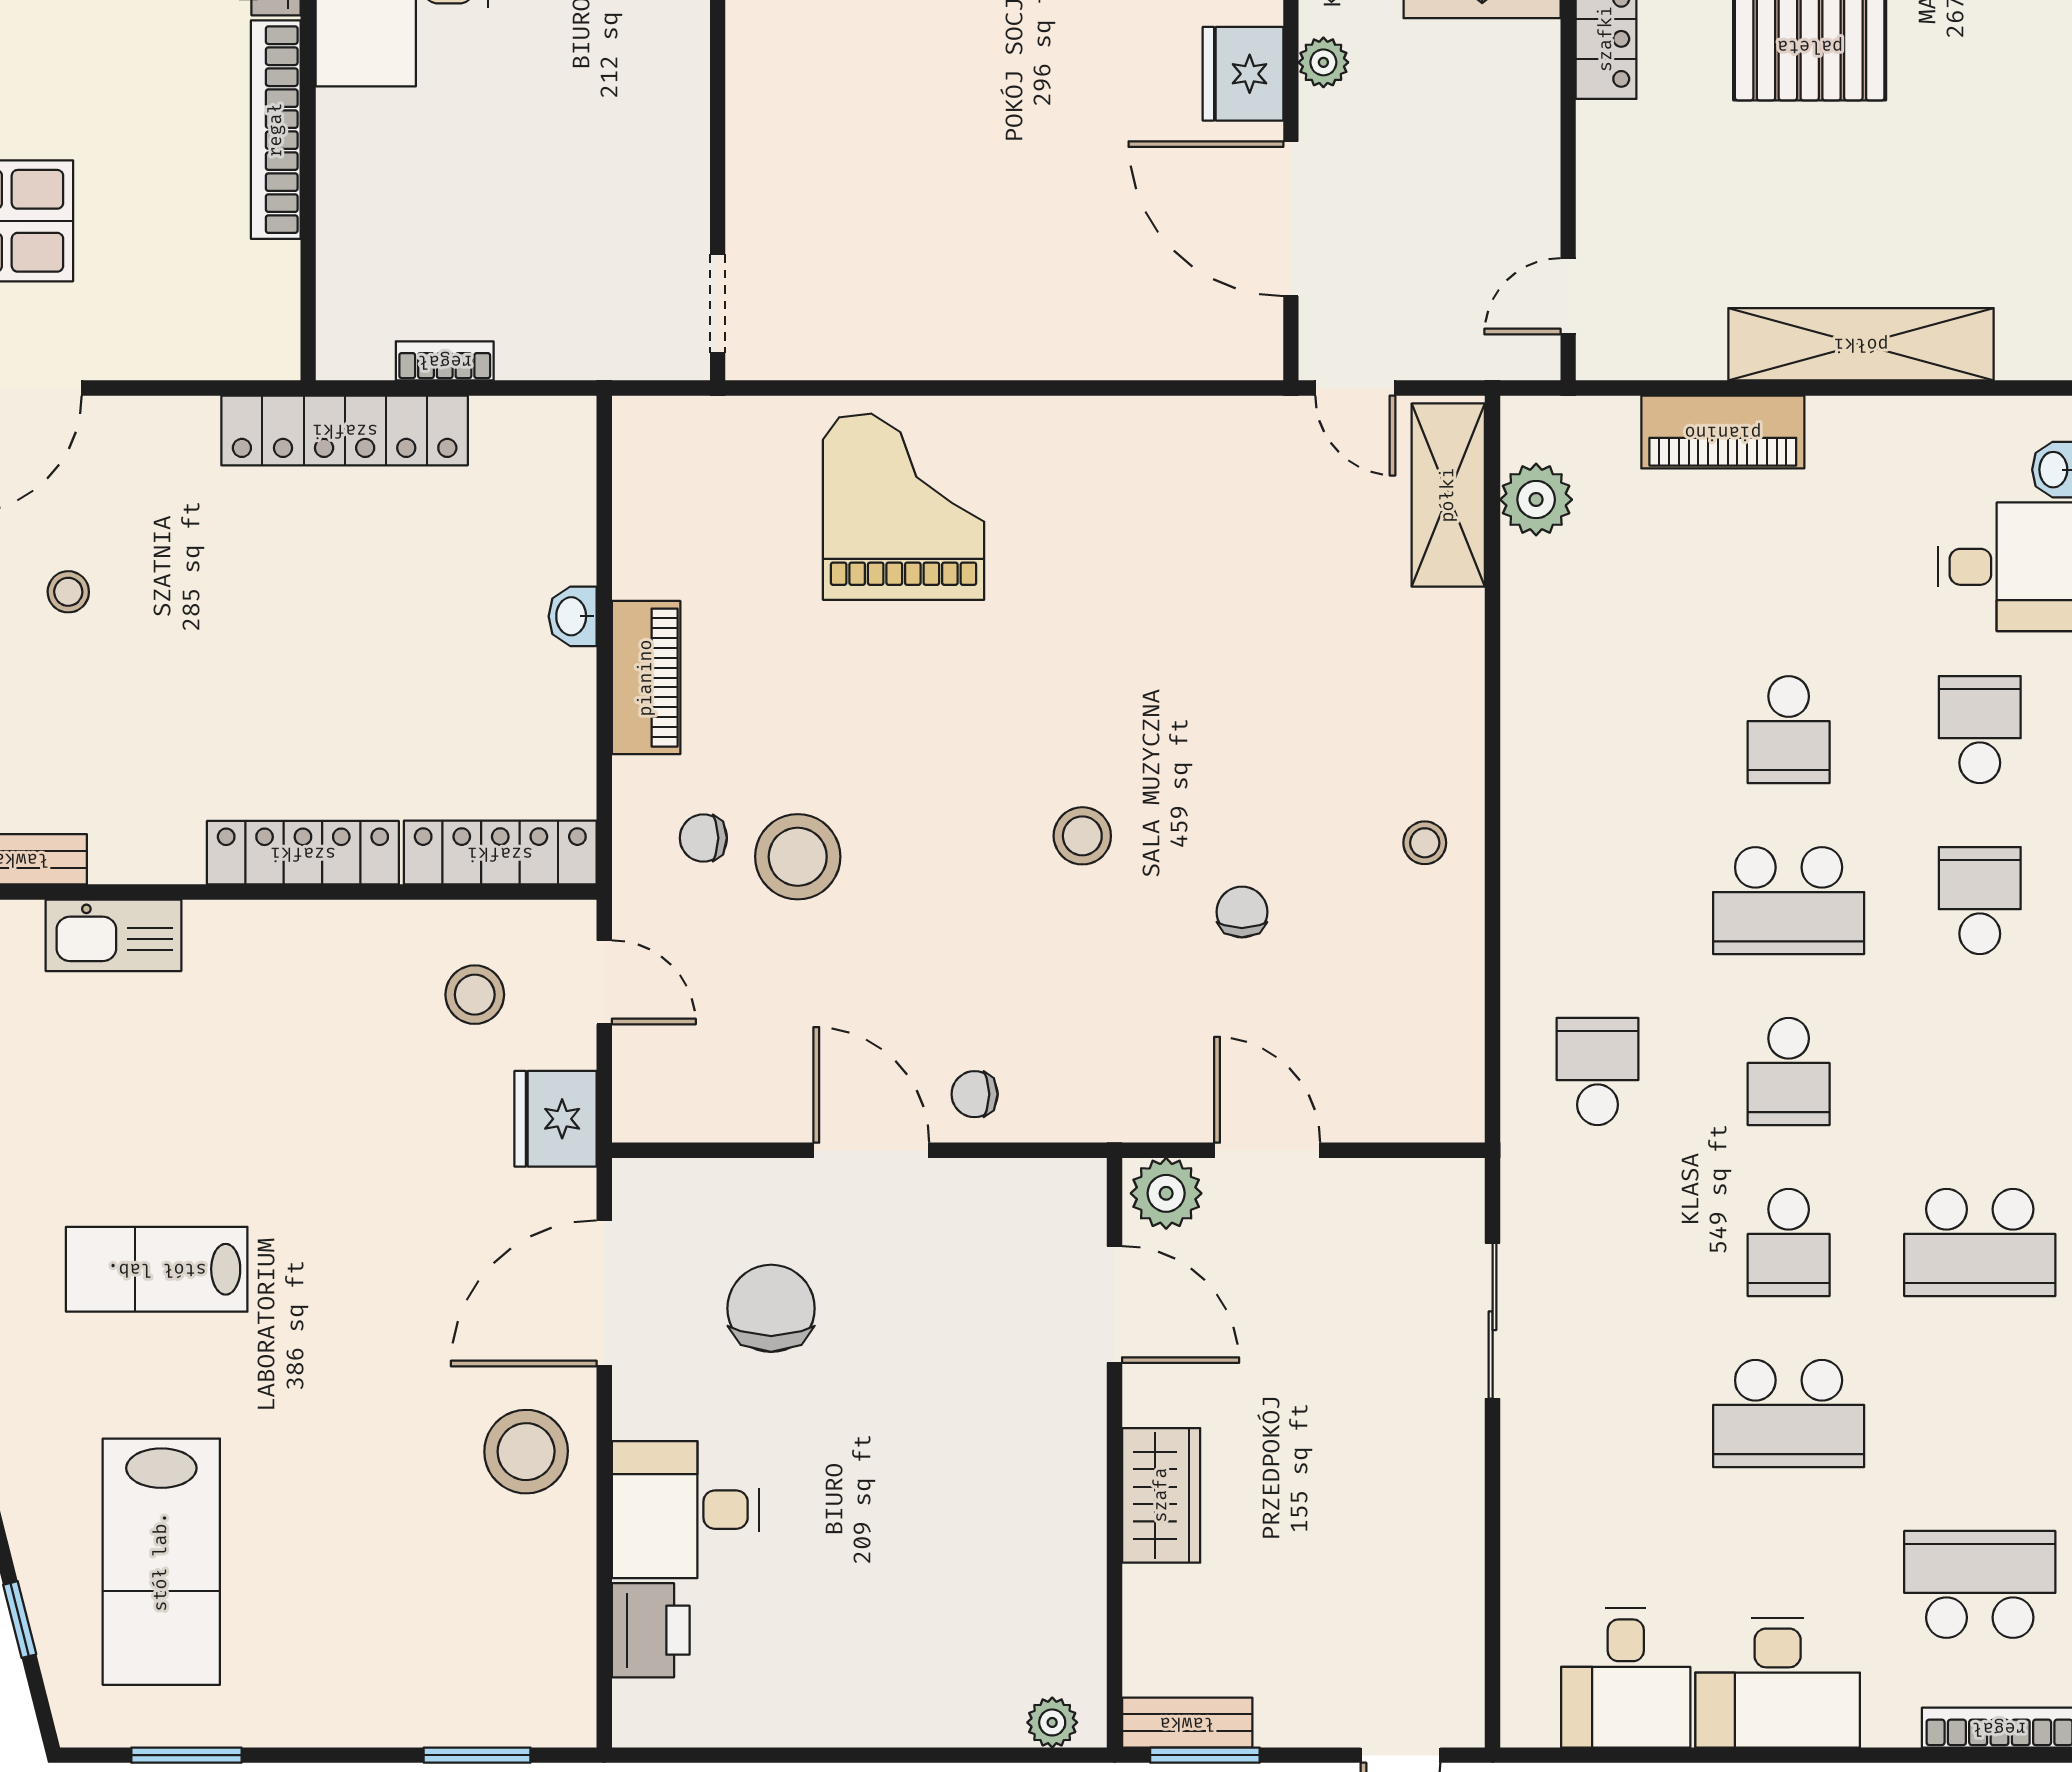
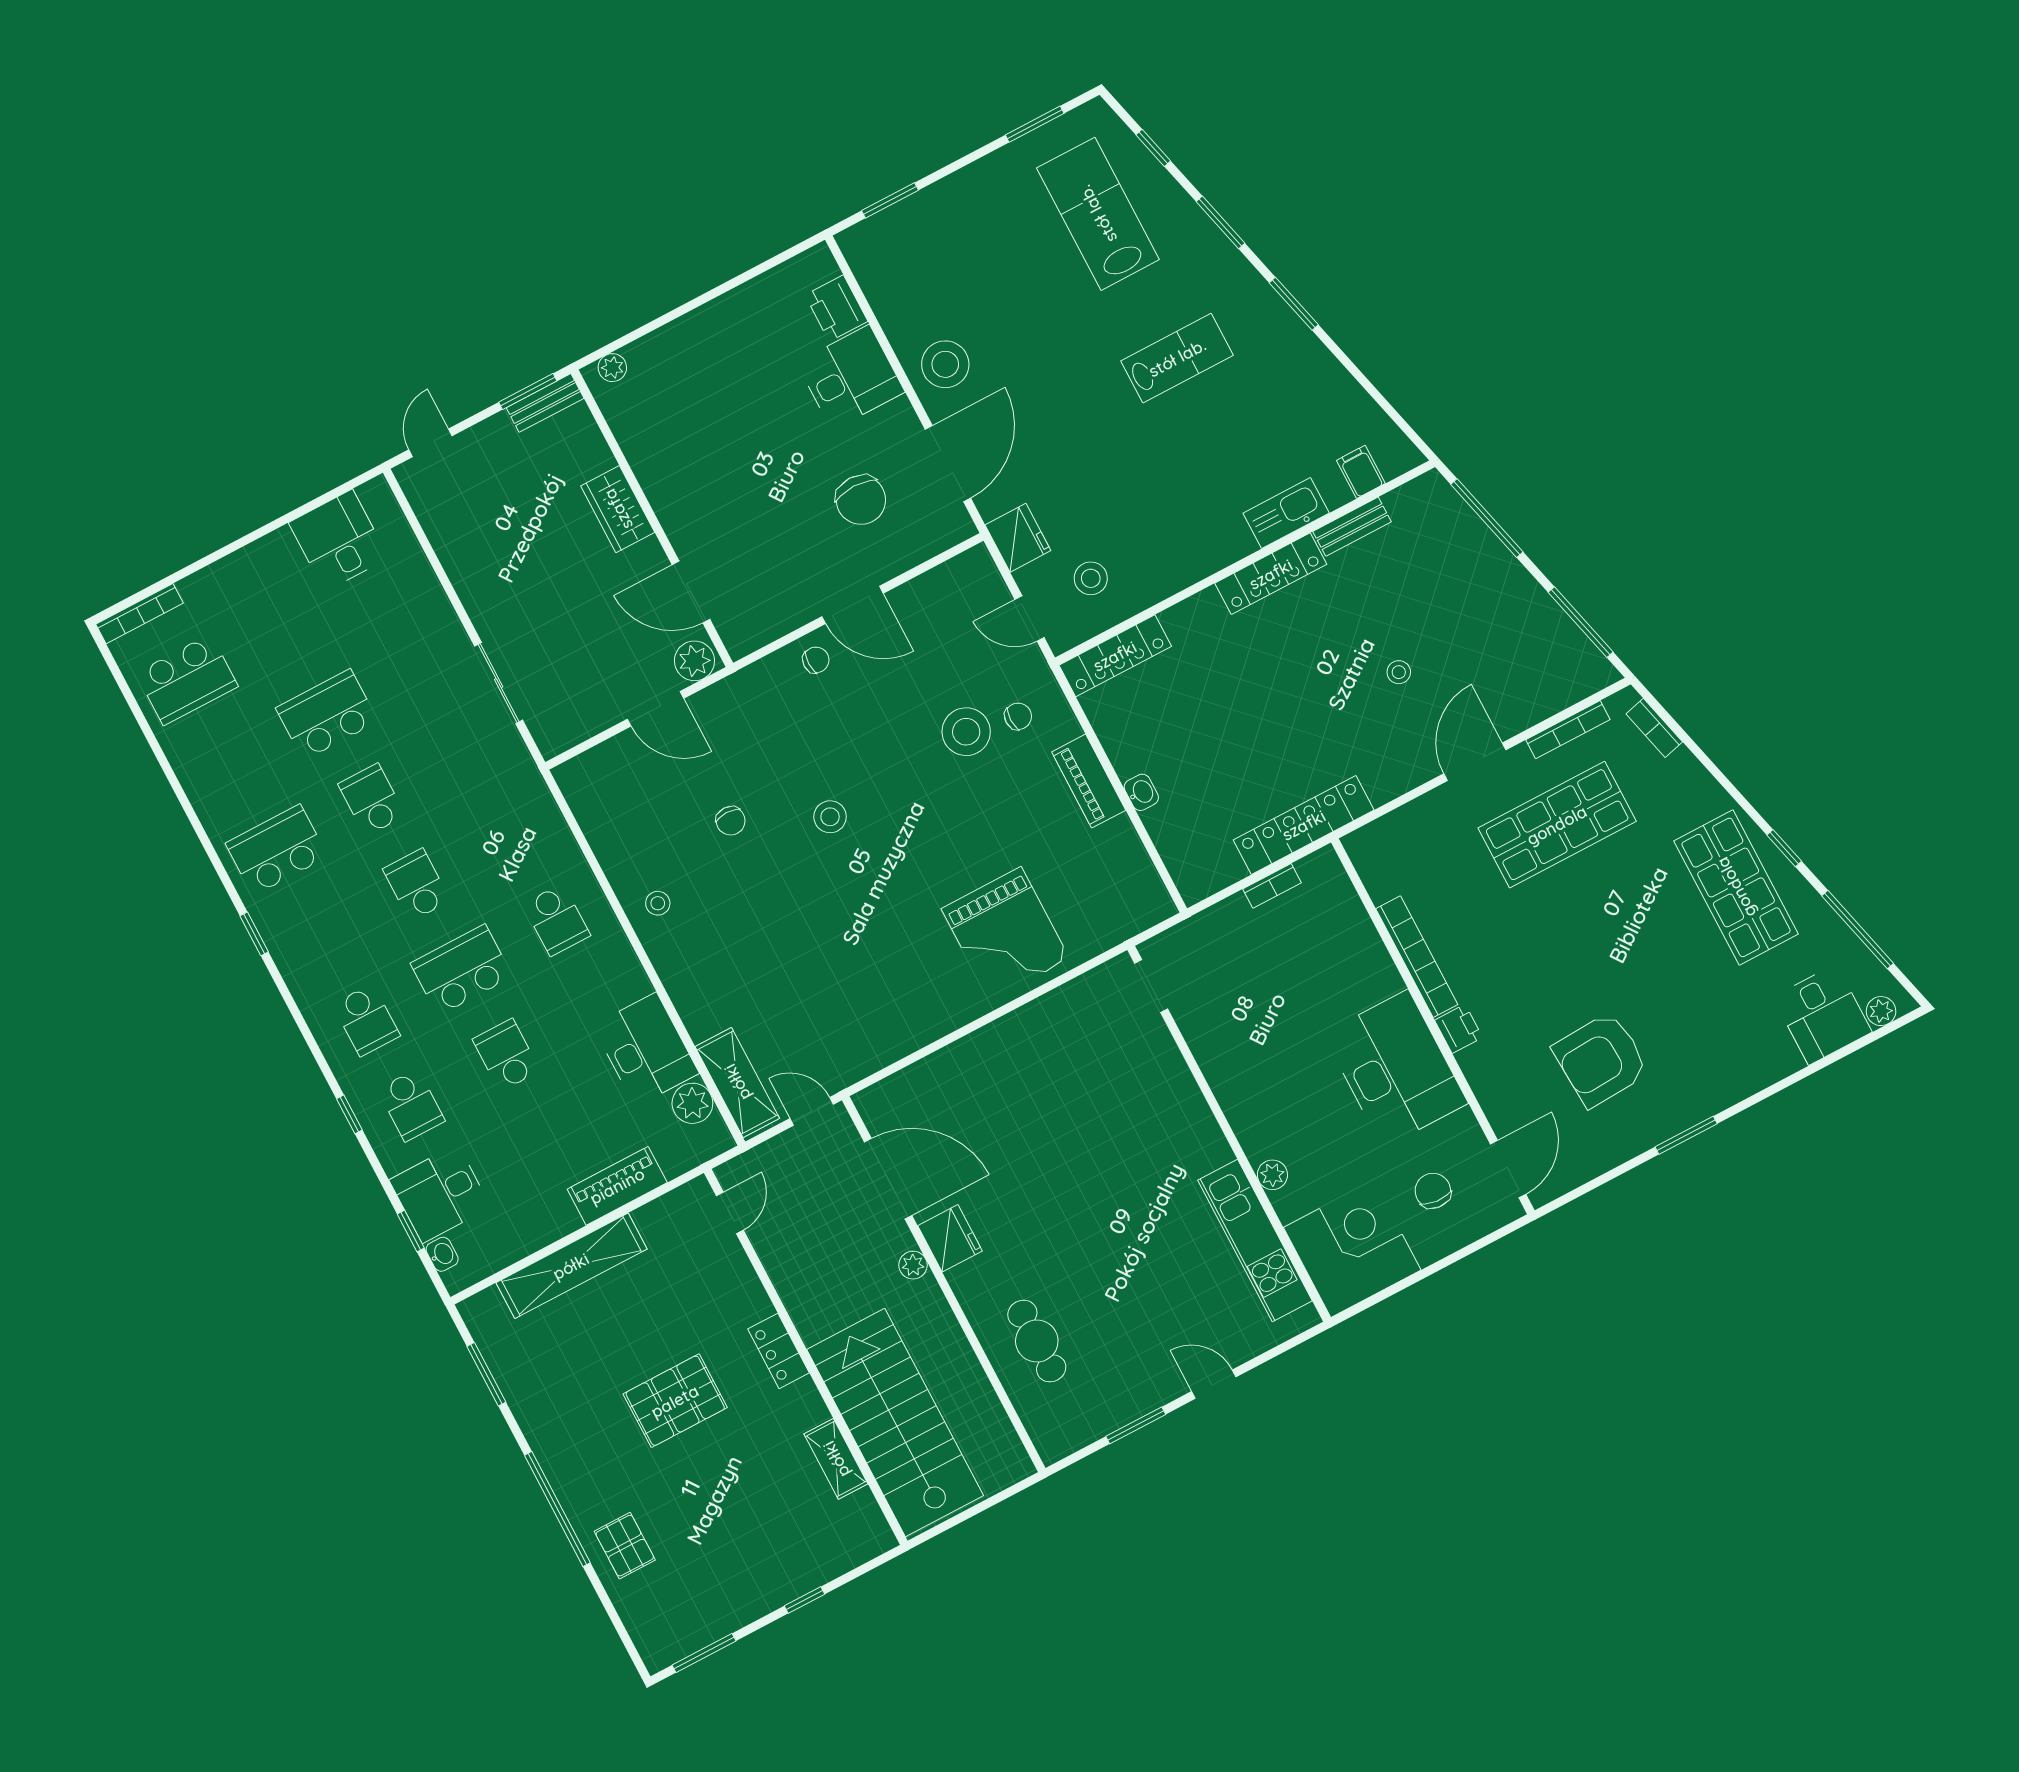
locker: (303, 853) -> (1271, 574), moved
school desk: (1597, 1072) -> (557, 920), moved
desk: (1778, 1683) -> (646, 1049), moved, turned 90

